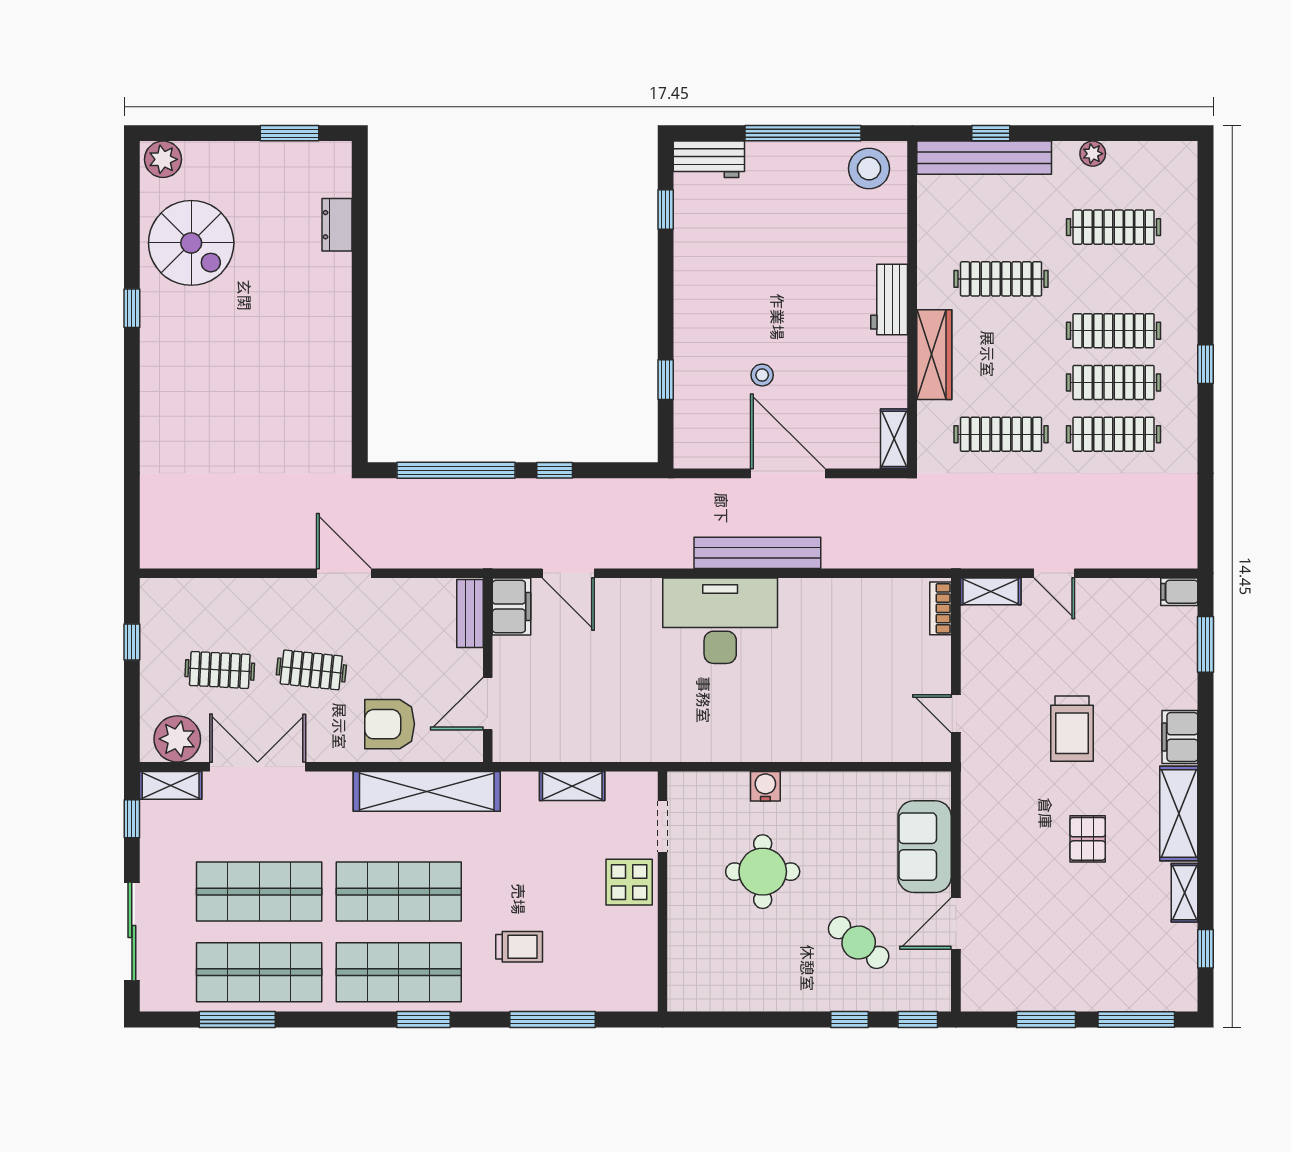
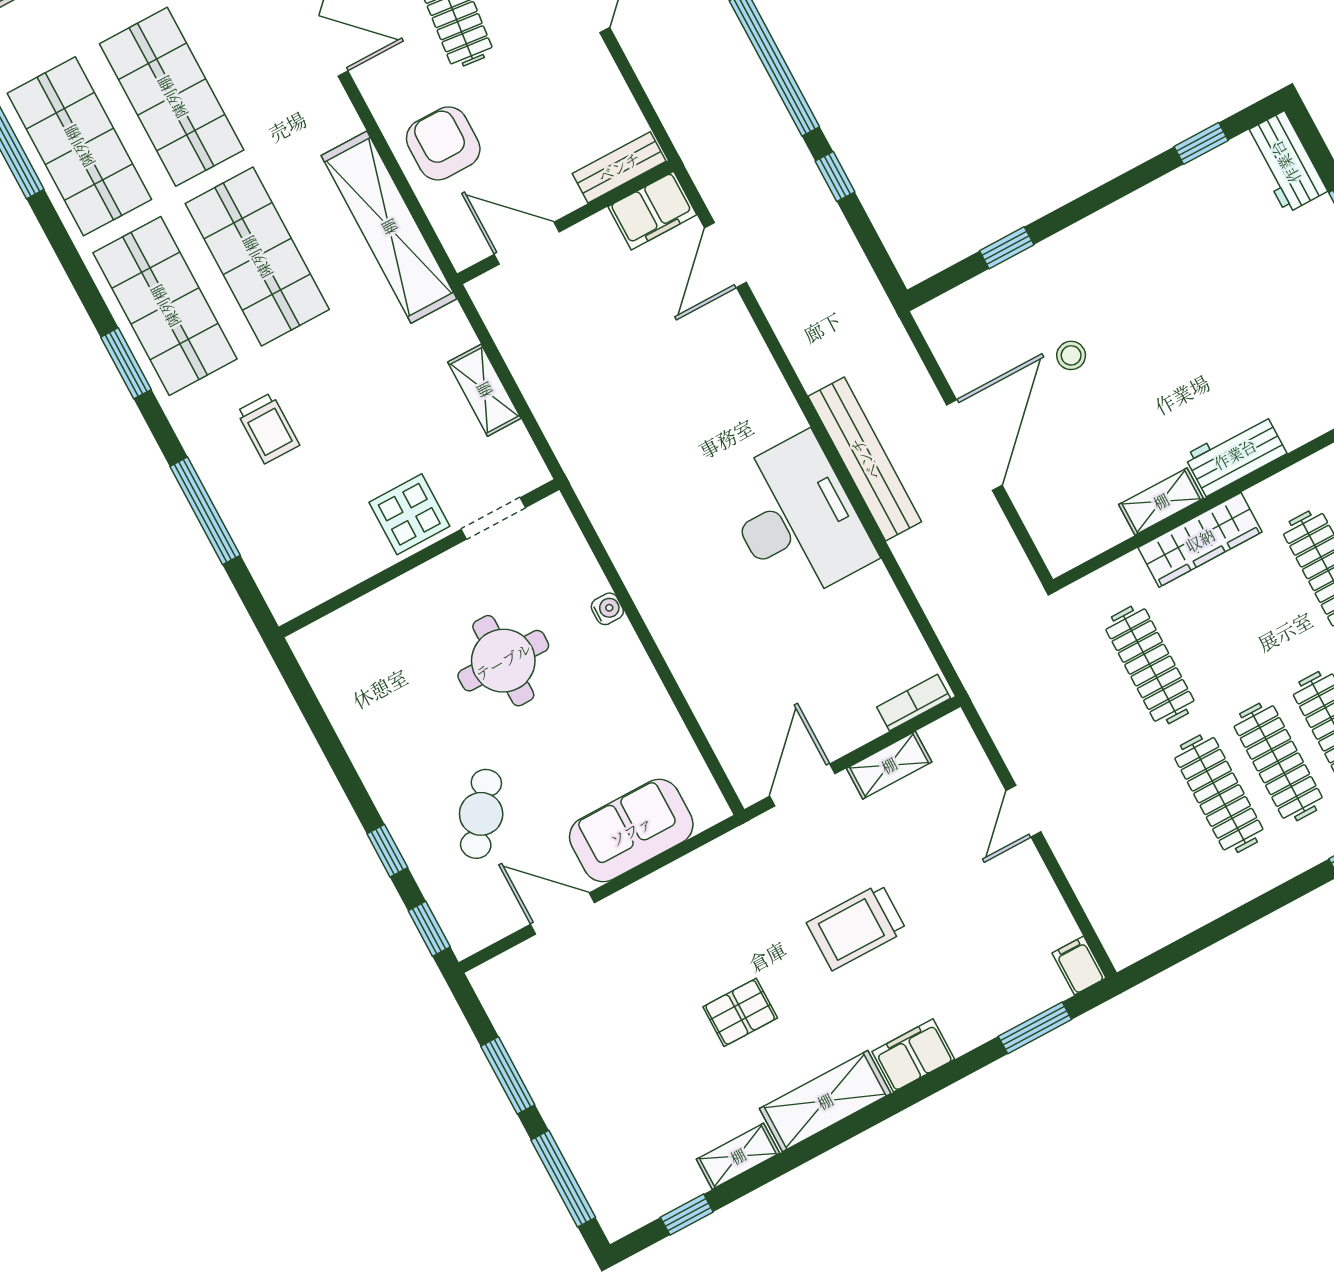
shelving: (894, 439) -> (1161, 501), moved
shelving: (991, 591) -> (889, 765), moved, turned 90
desk: (720, 621) -> (797, 519), moved
door: (956, 714) -> (802, 785), width x1.37
water cooler: (765, 786) -> (607, 609), width x0.72, depth x0.72

